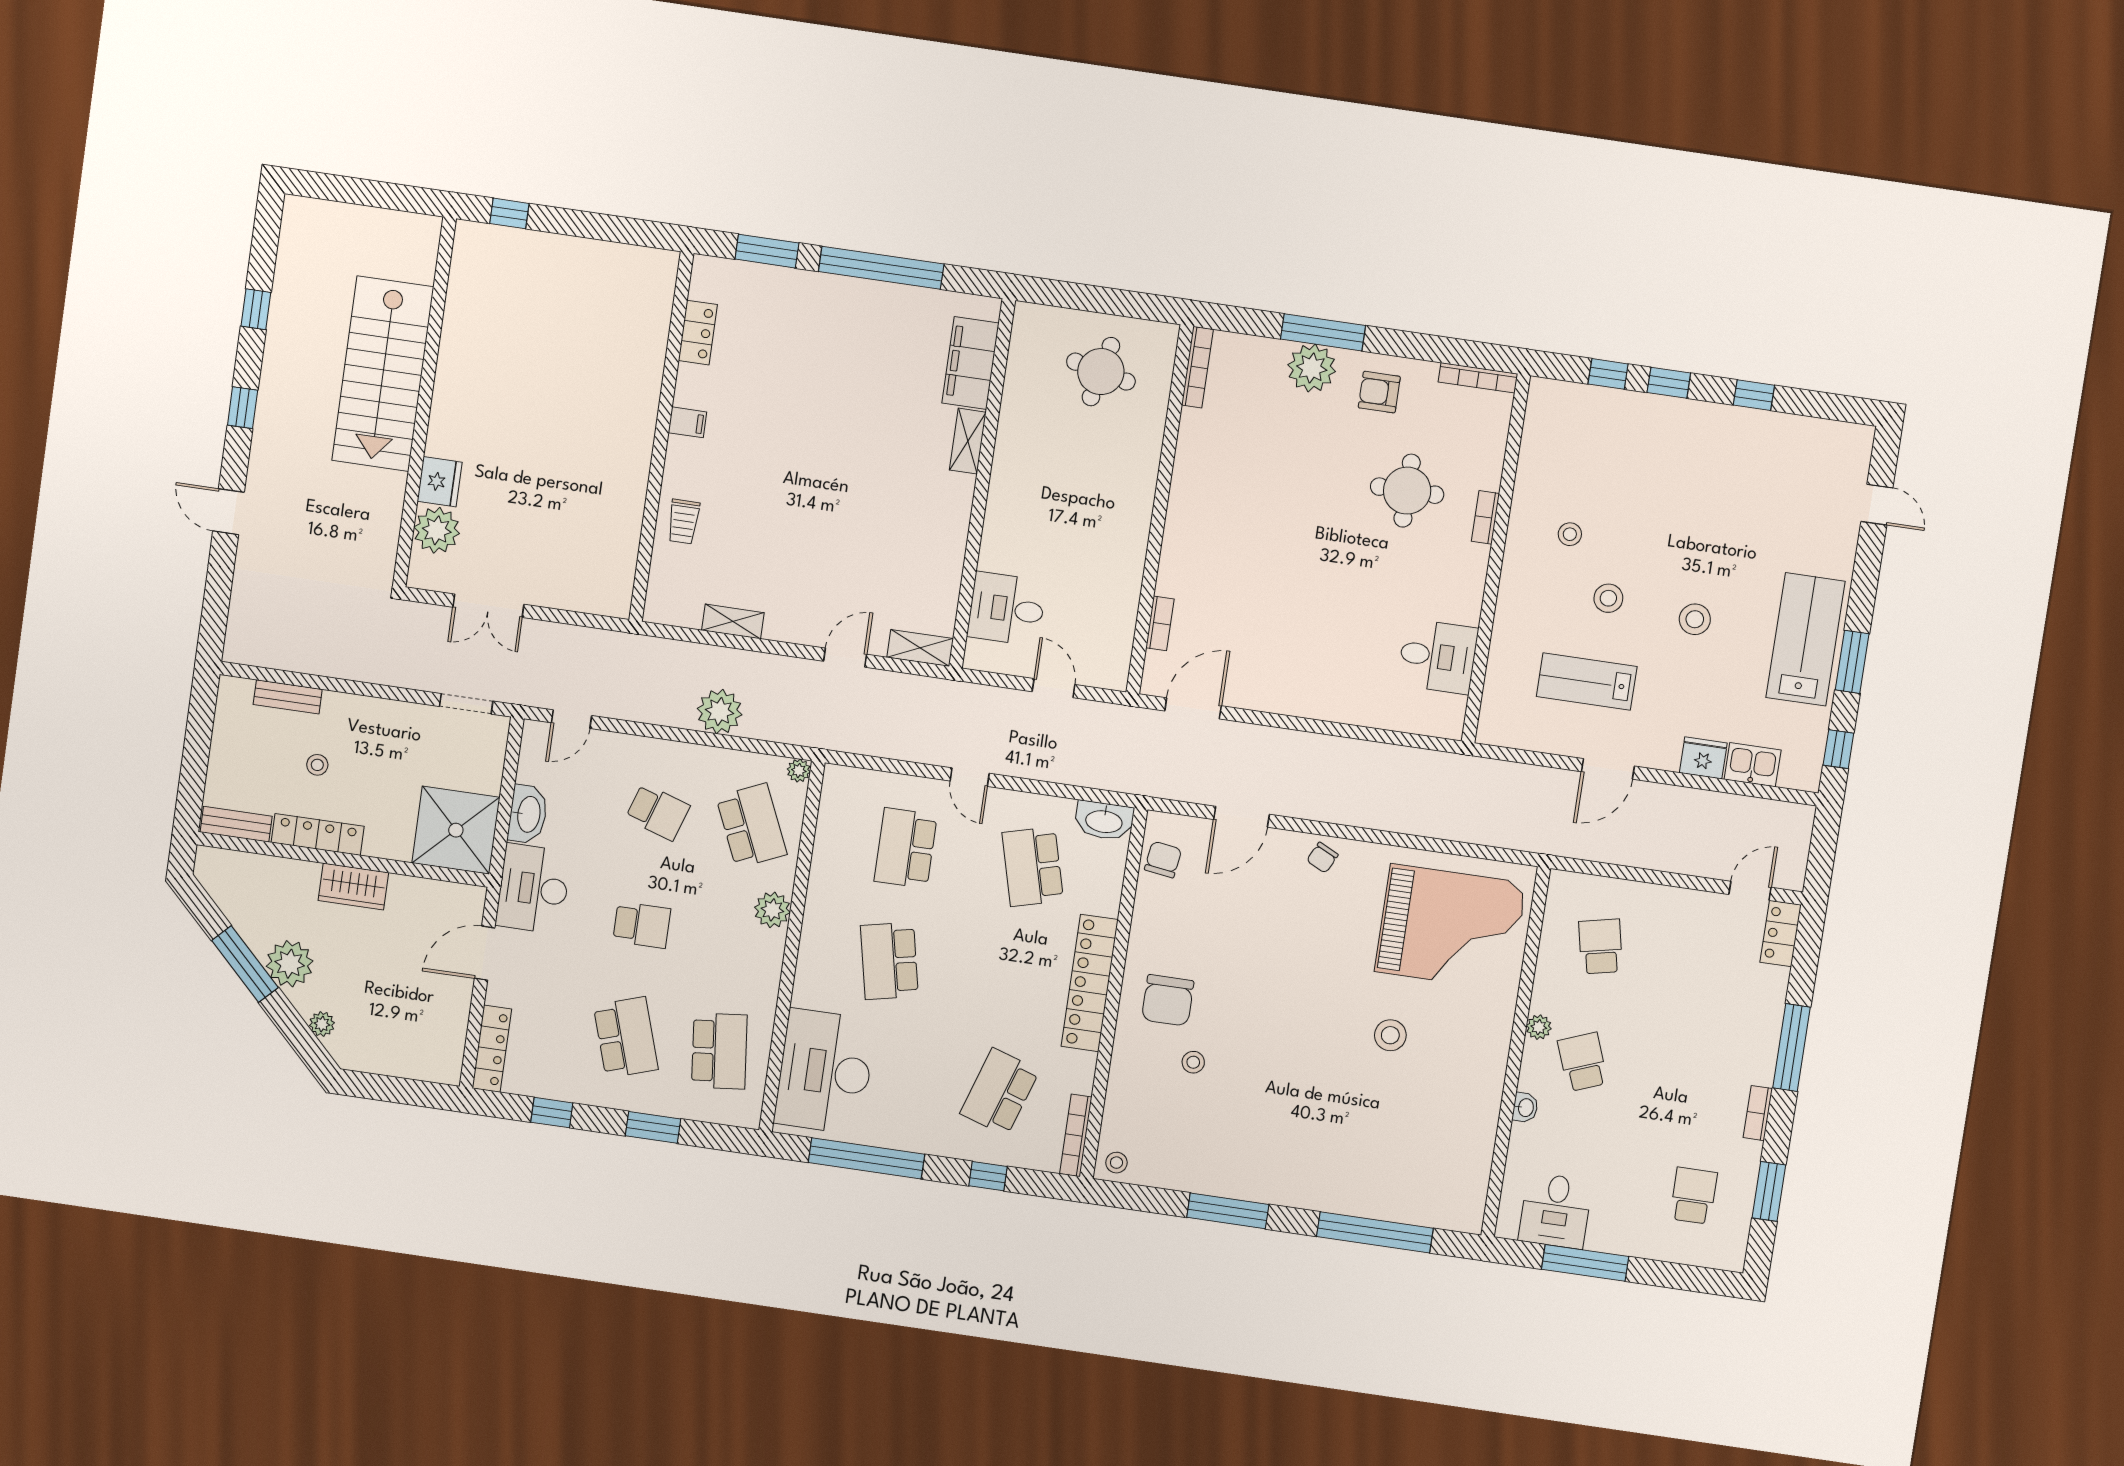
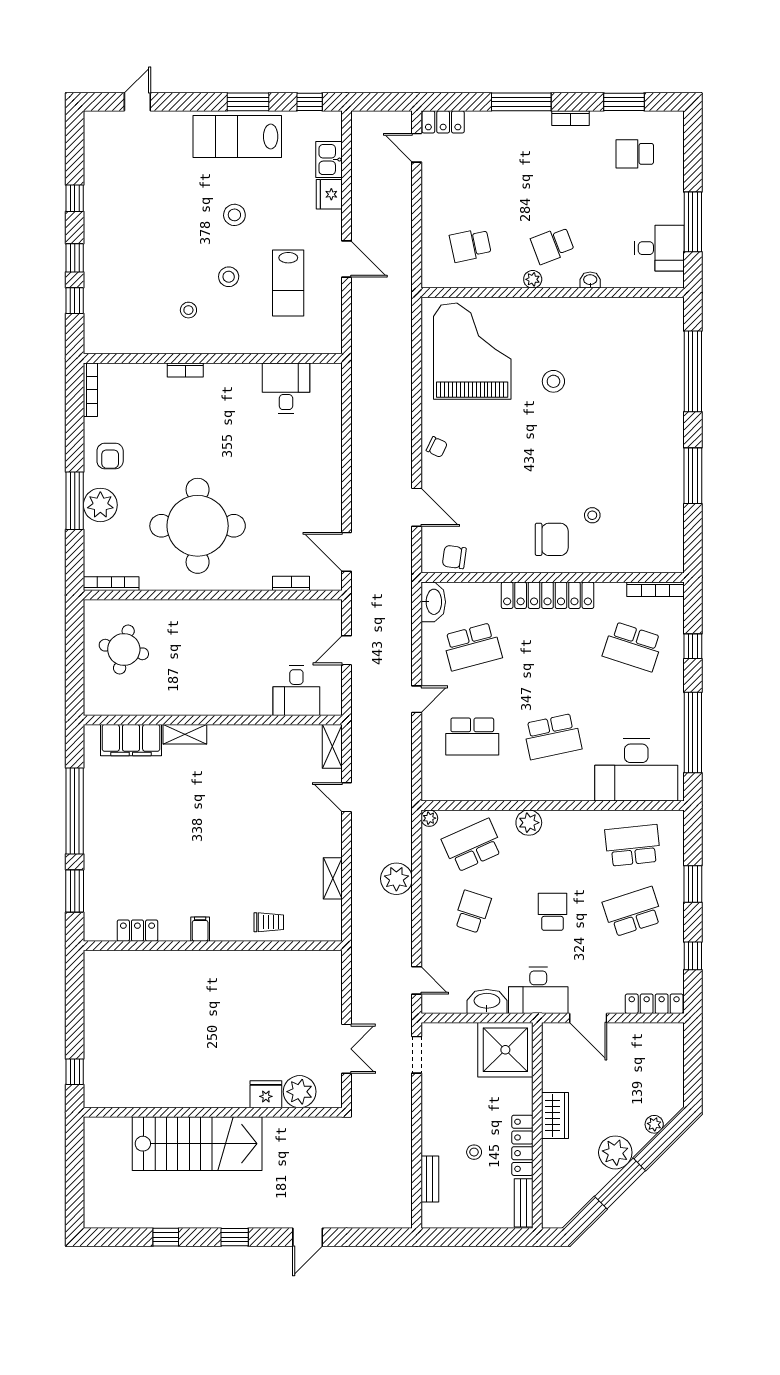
round table: (1407, 491) -> (198, 526), moved, width x1.86, depth x1.86
stool: (1116, 1163) -> (670, 558), removed

